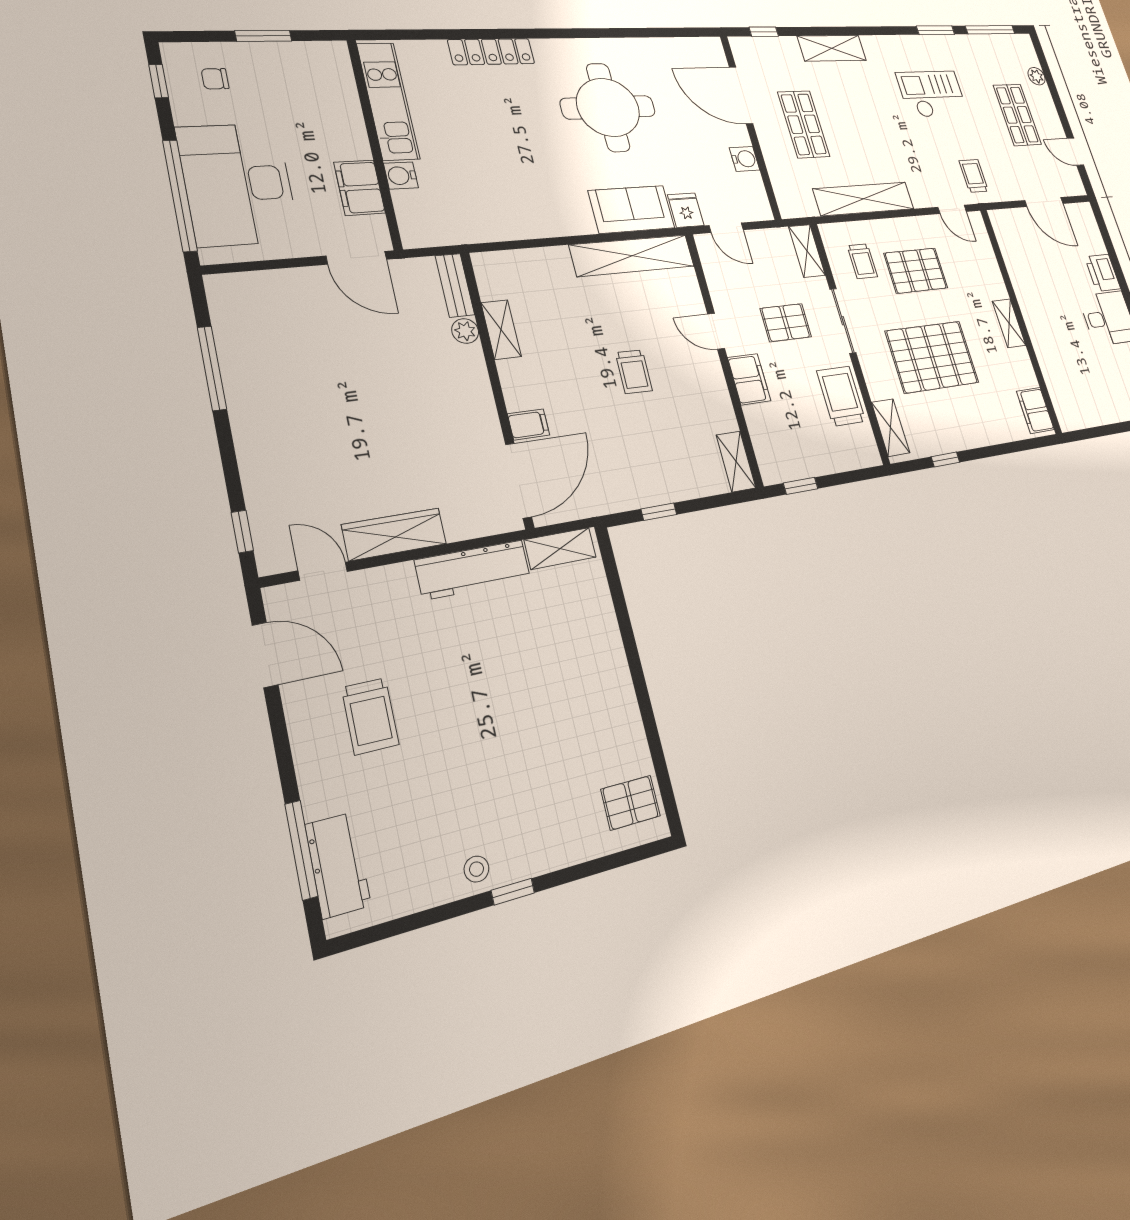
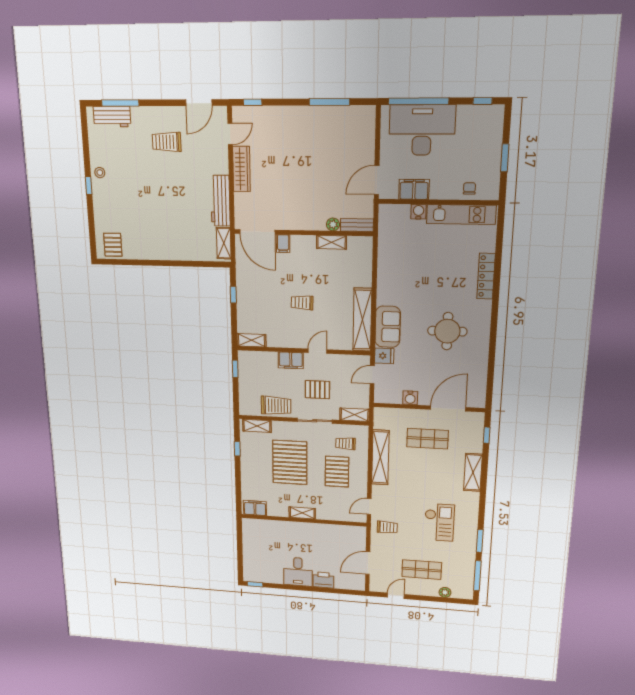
chair: (215, 79) -> (469, 188), moved
round table: (608, 107) -> (447, 331), width x0.73, depth x0.73
pallet: (786, 323) -> (317, 390), turned 90

